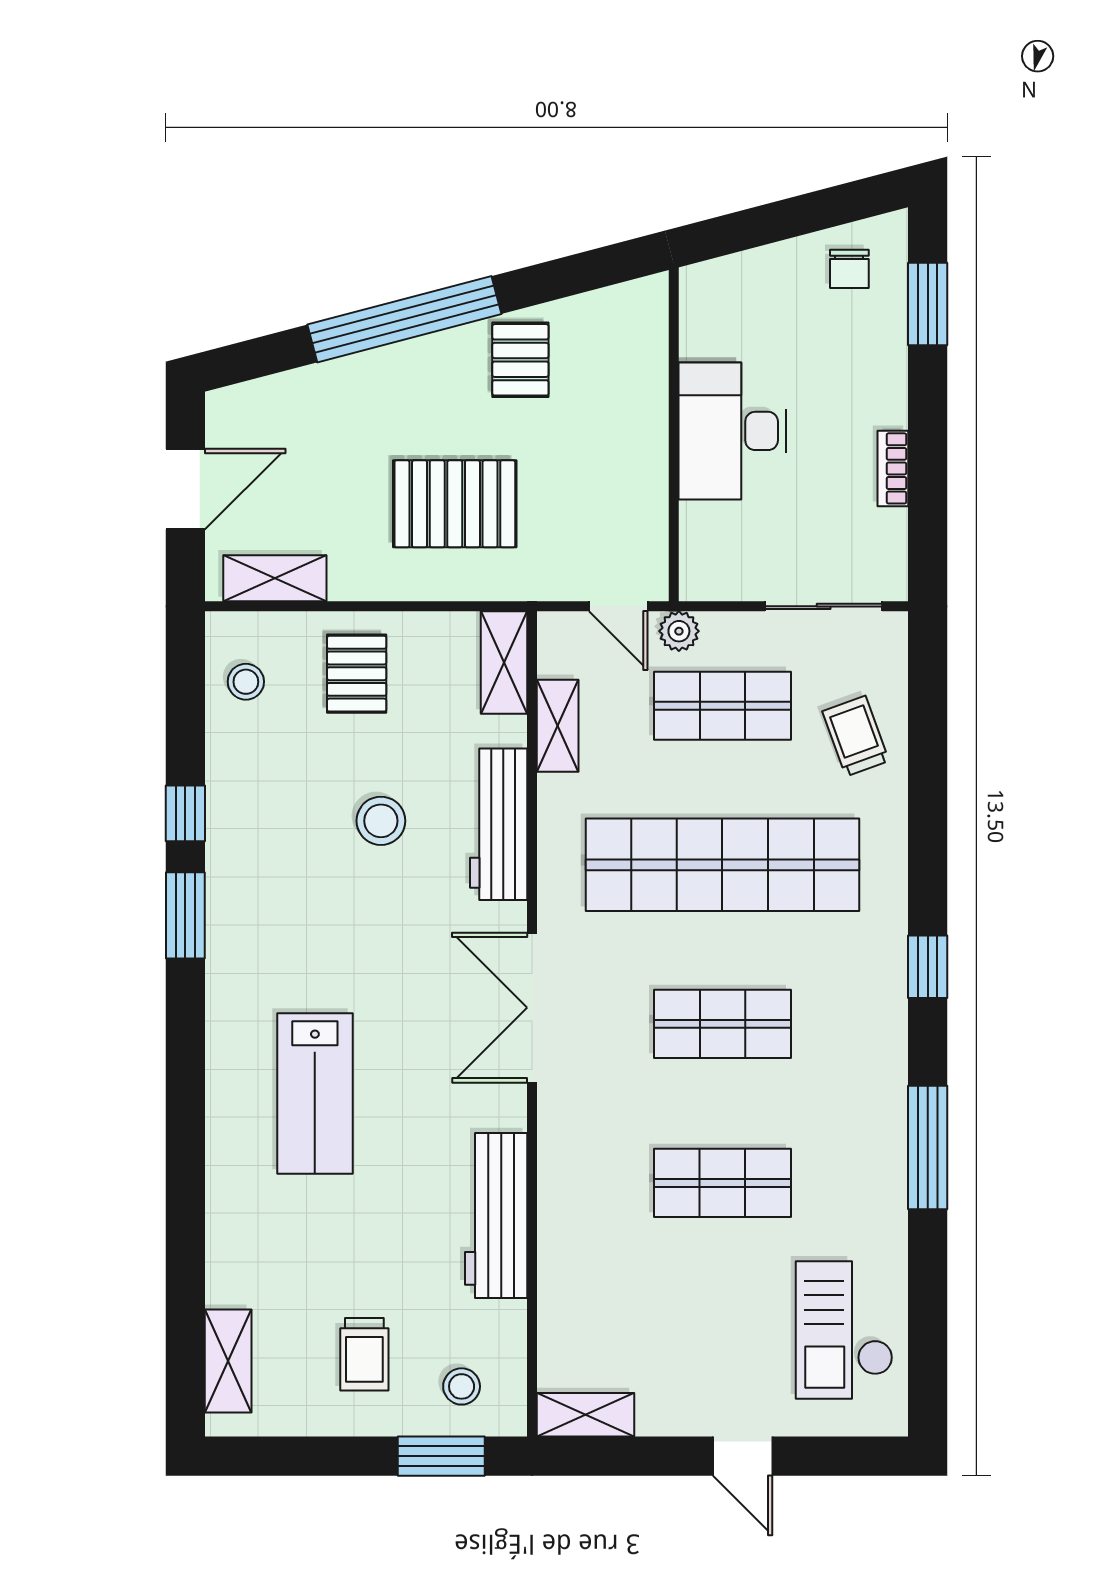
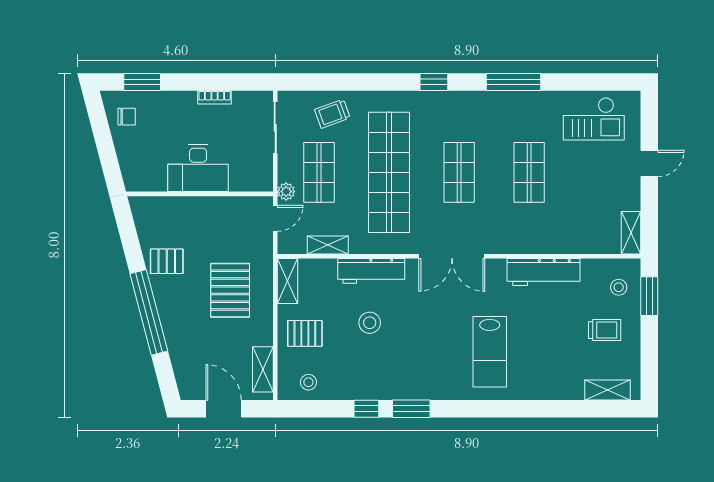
shelving: (504, 663) -> (288, 281), moved, turned 90
lab bench: (315, 1094) -> (490, 352), turned 90

